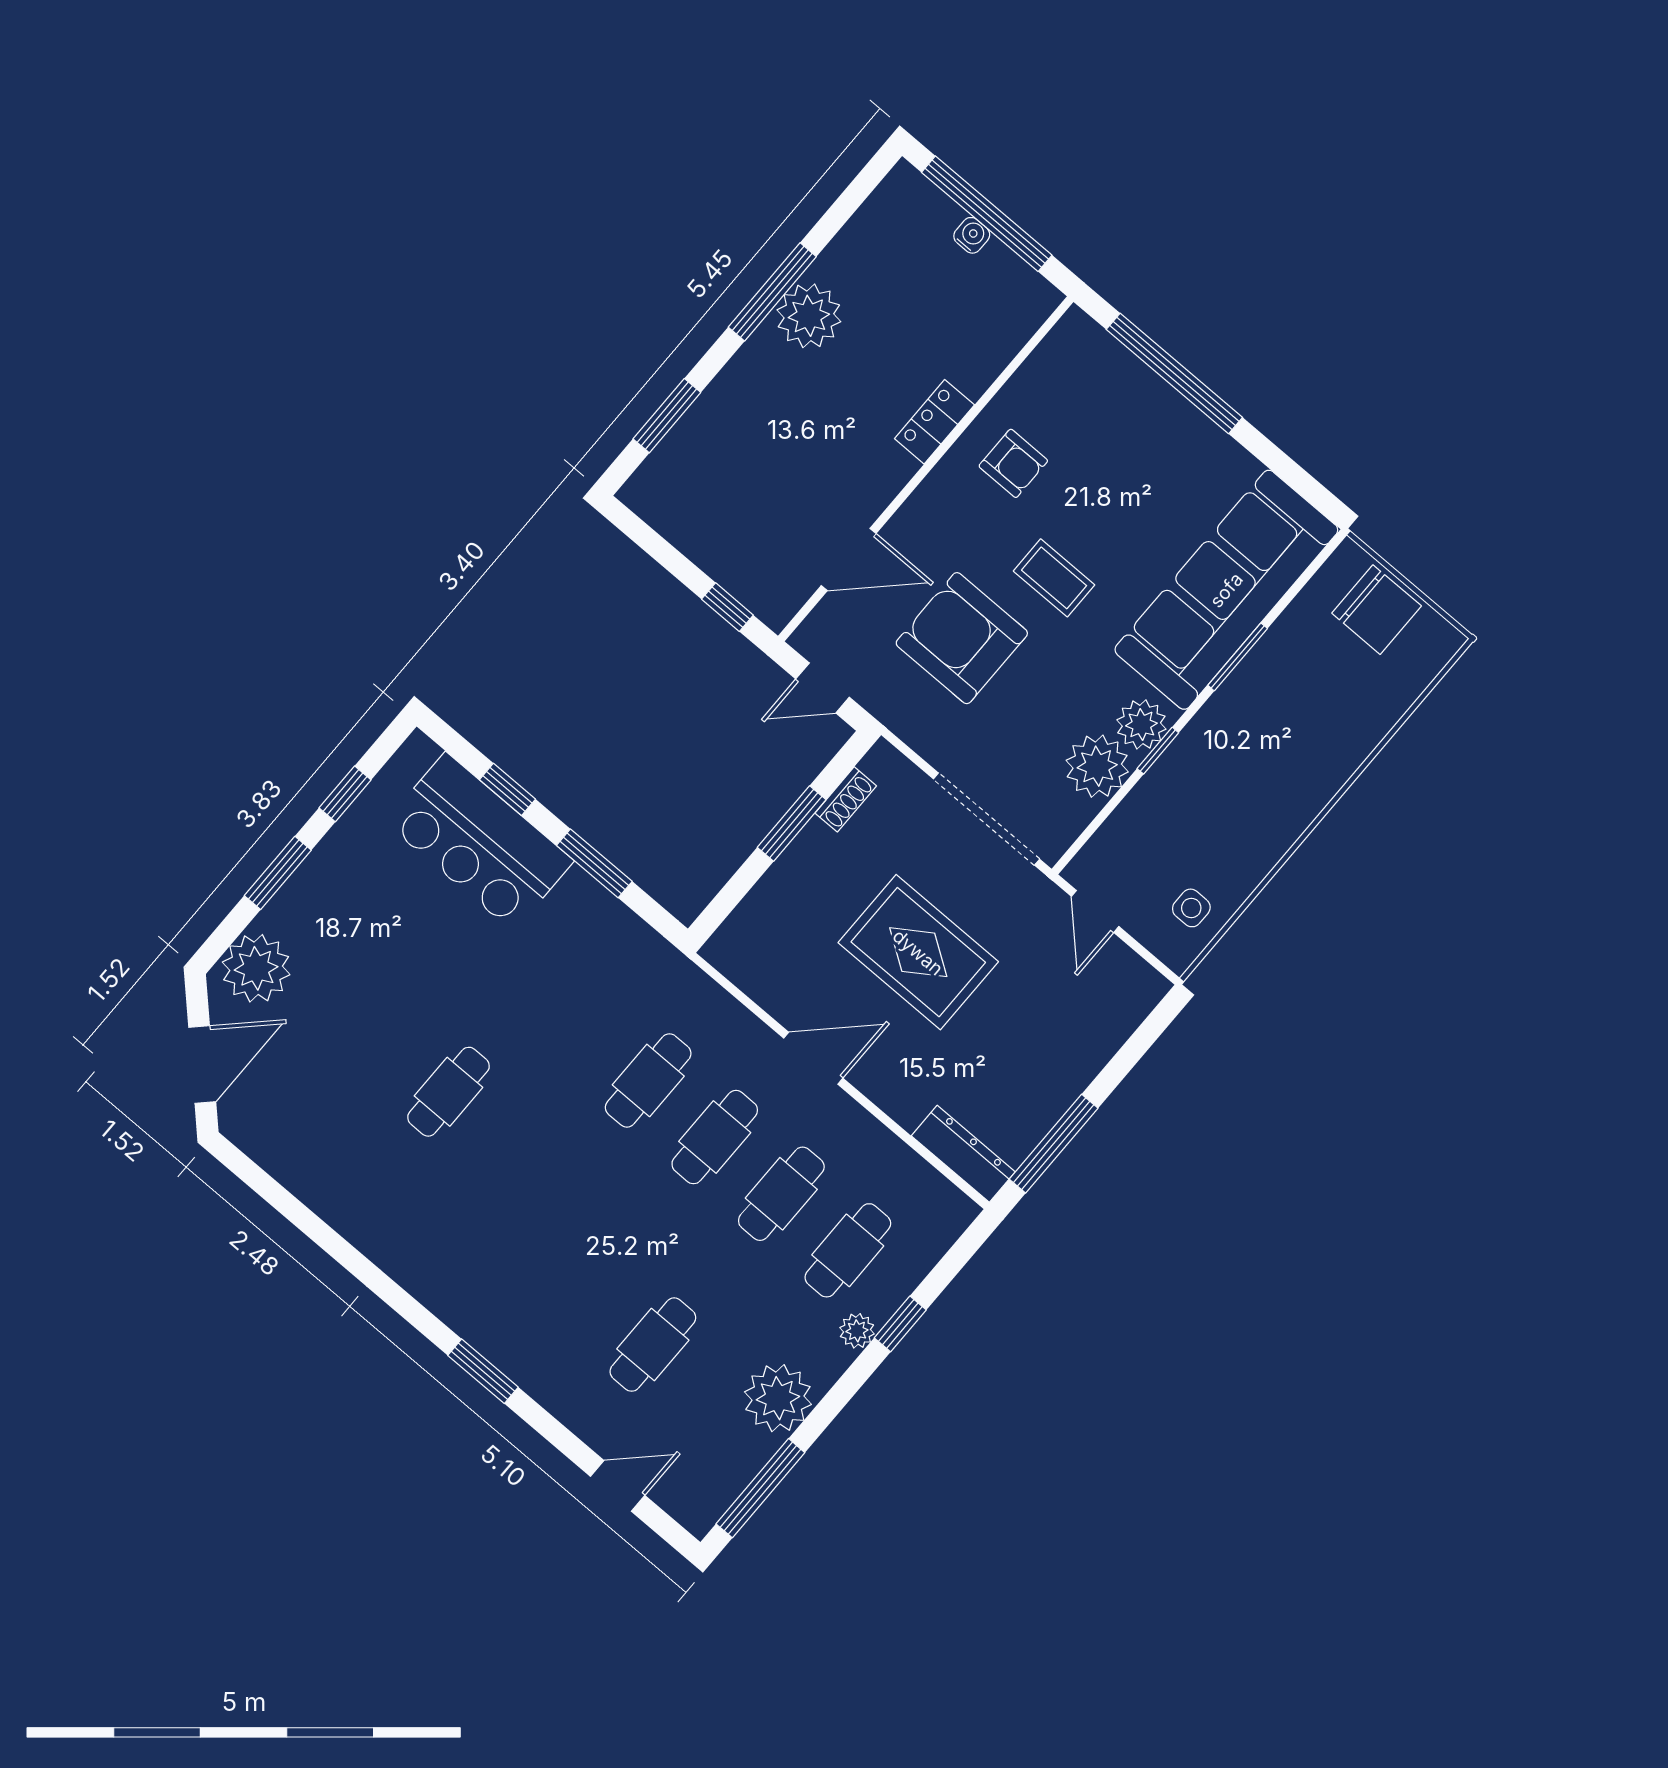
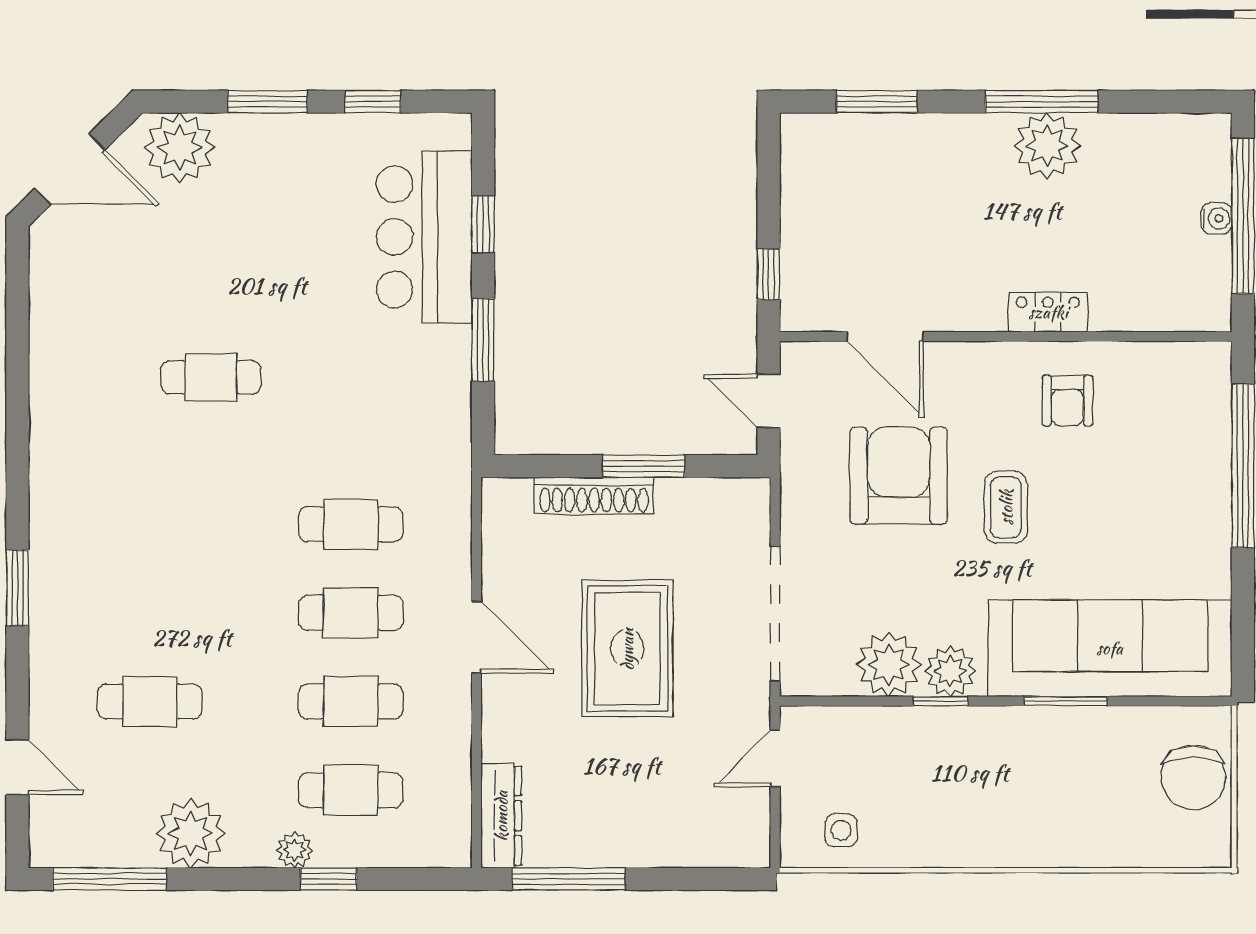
shoe rack: (846, 799) -> (594, 496), moved, width x1.94, depth x1.24

